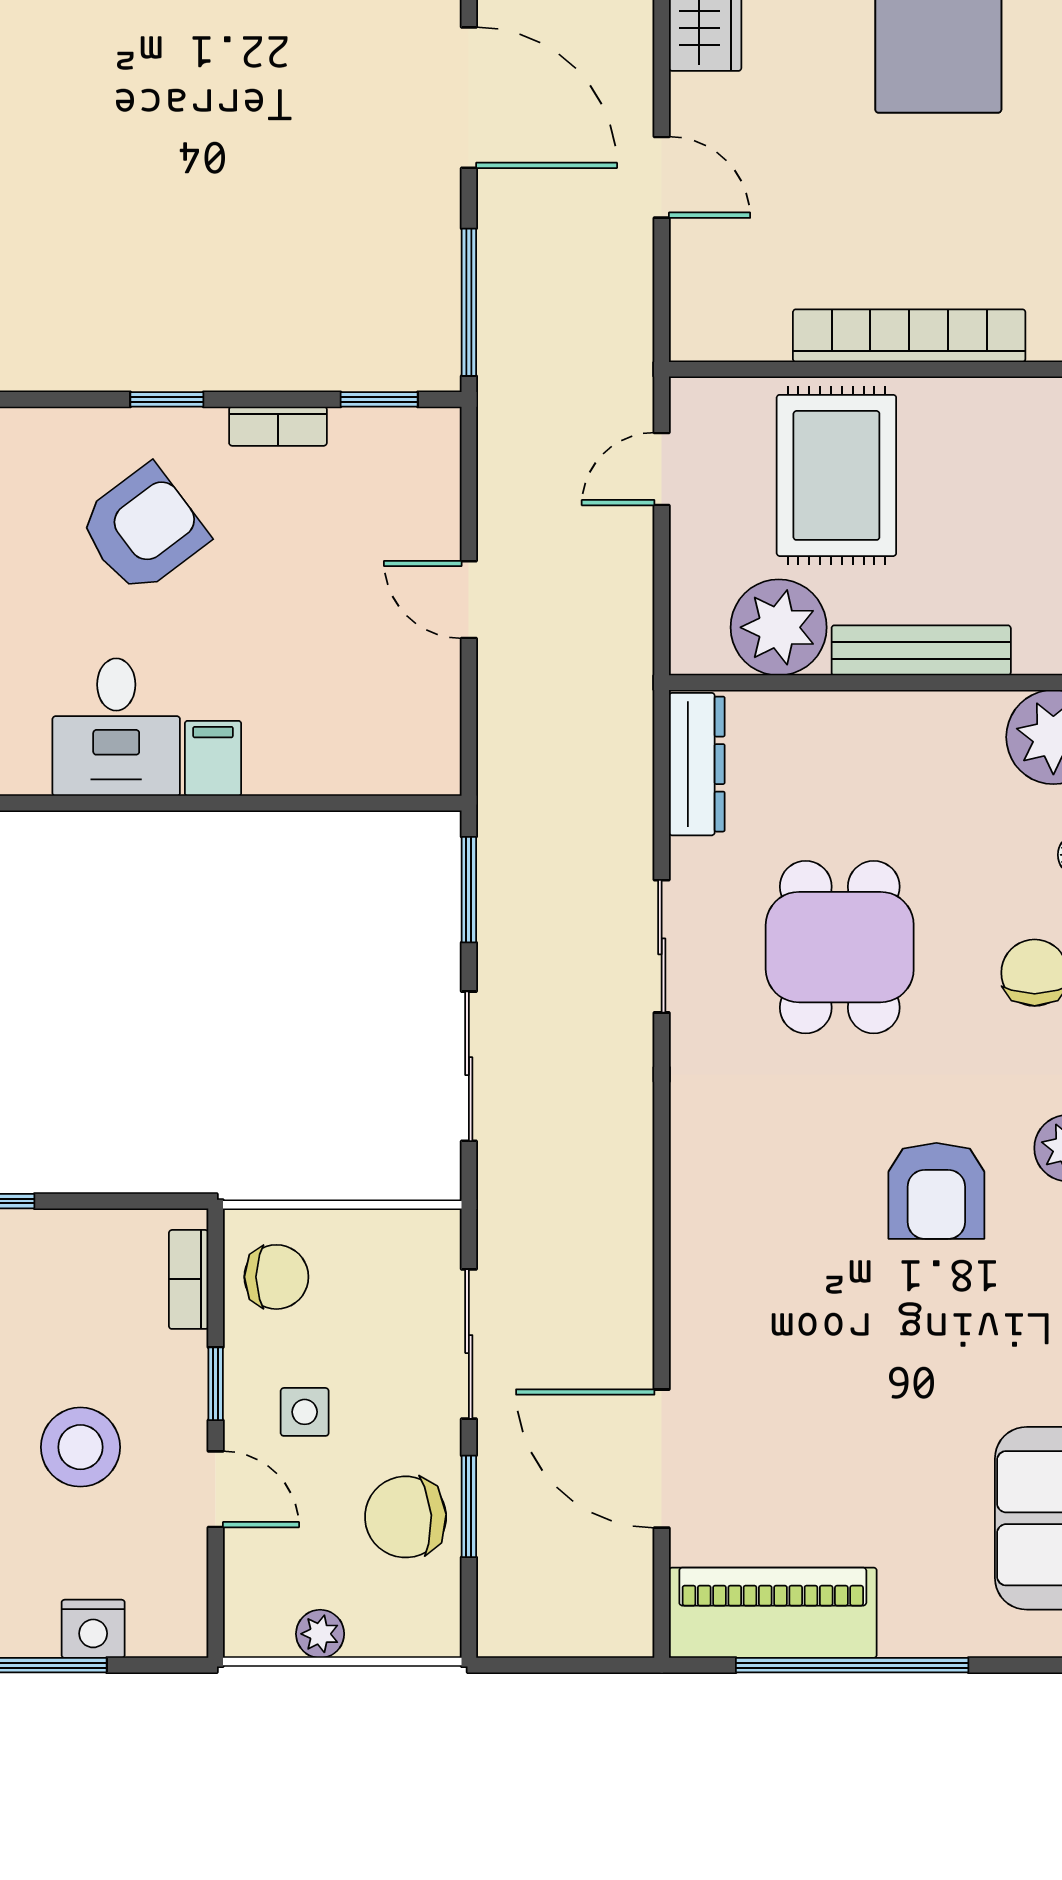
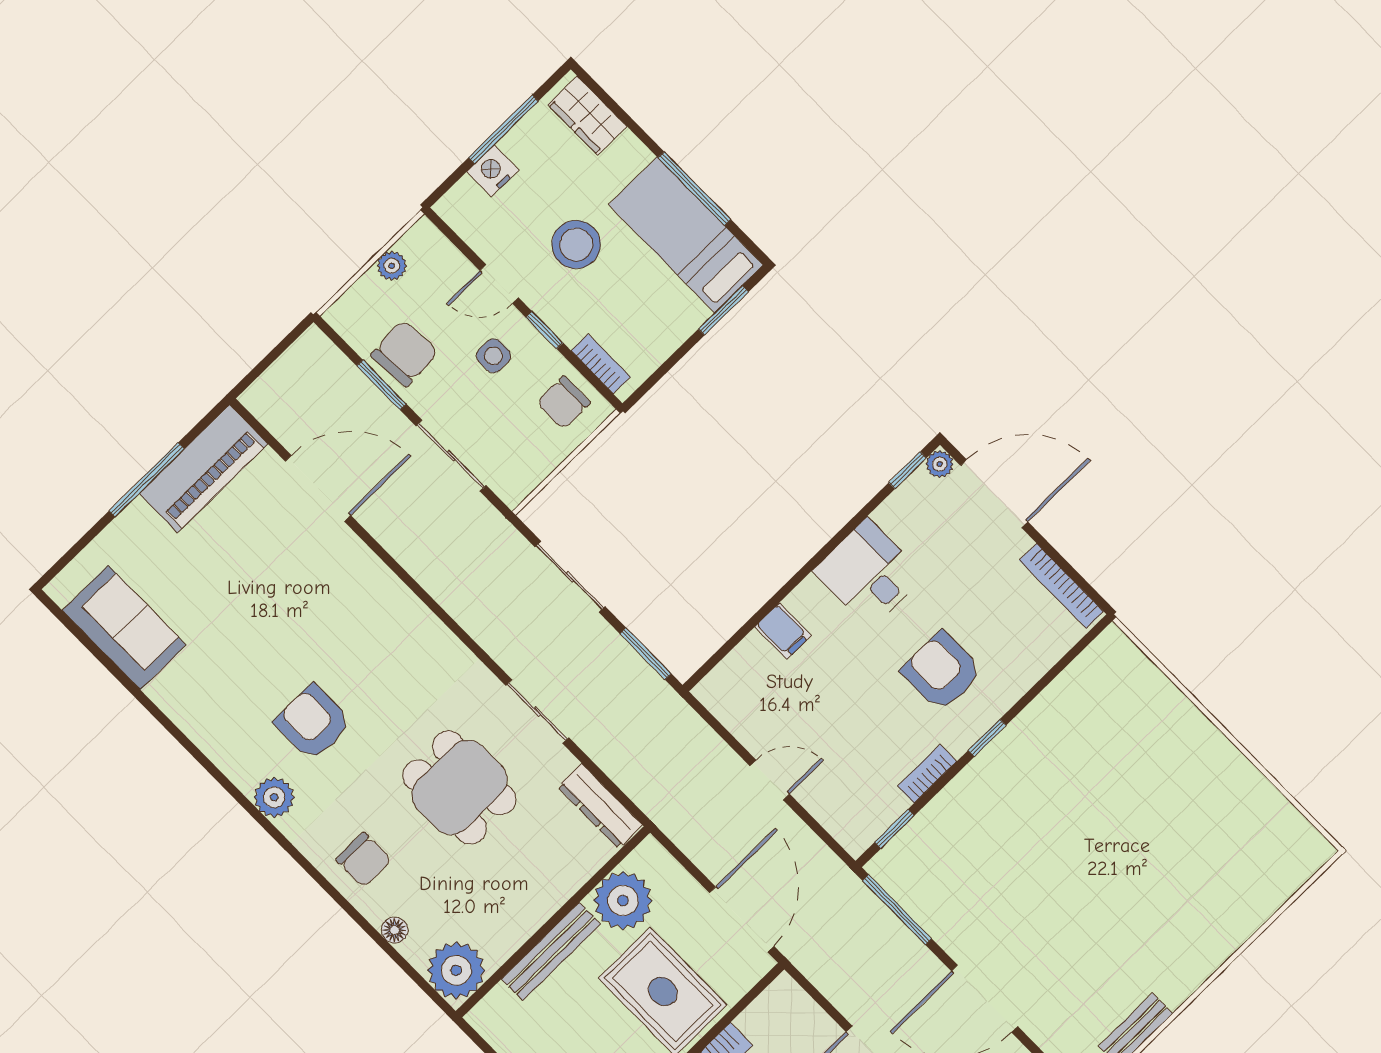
door: (662, 469) -> (742, 920), width x1.87
armchair: (143, 529) -> (942, 671), turned 127
filing cabinet: (213, 758) -> (783, 631), moved
window: (852, 1665) -> (147, 480), width x0.68

